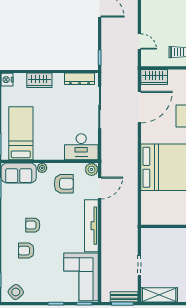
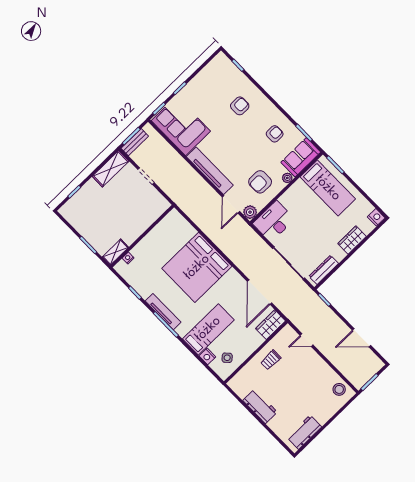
armchair: (33, 225) -> (275, 134), moved
side table: (16, 292) -> (218, 68), removed

